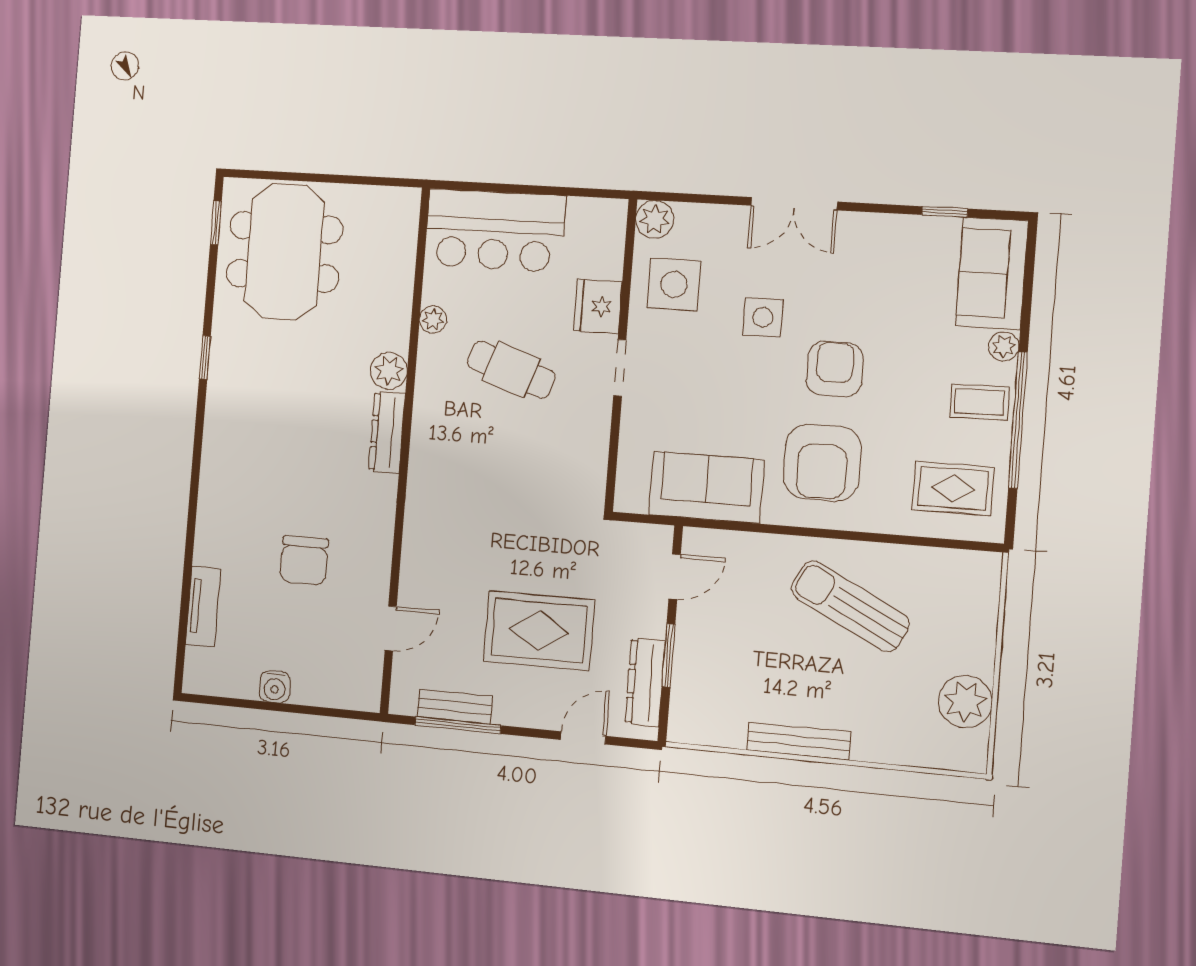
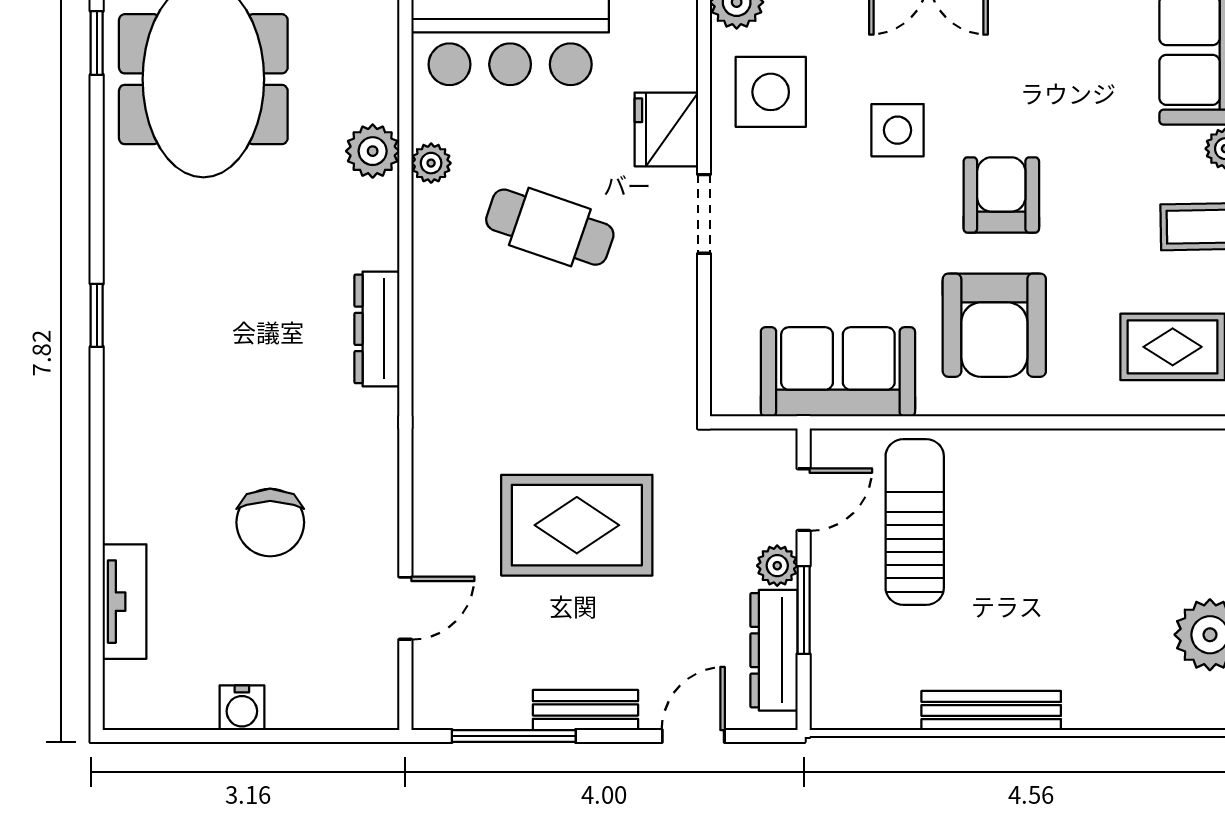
window: (205, 357) -> (97, 315), moved
plant: (389, 371) -> (373, 151), moved
sun lounger: (850, 606) -> (915, 522), moved, turned 63
plant: (652, 622) -> (777, 566), added
rug: (539, 631) -> (577, 525), moved
bench: (455, 706) -> (586, 710), moved

